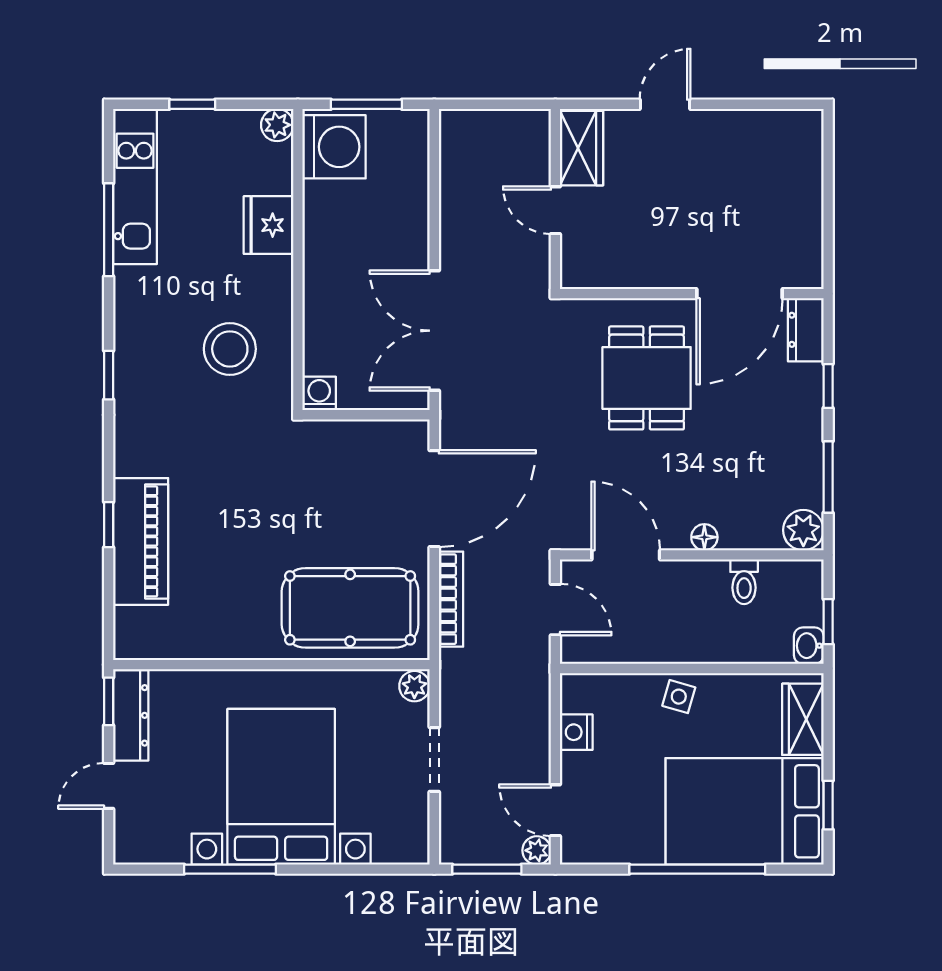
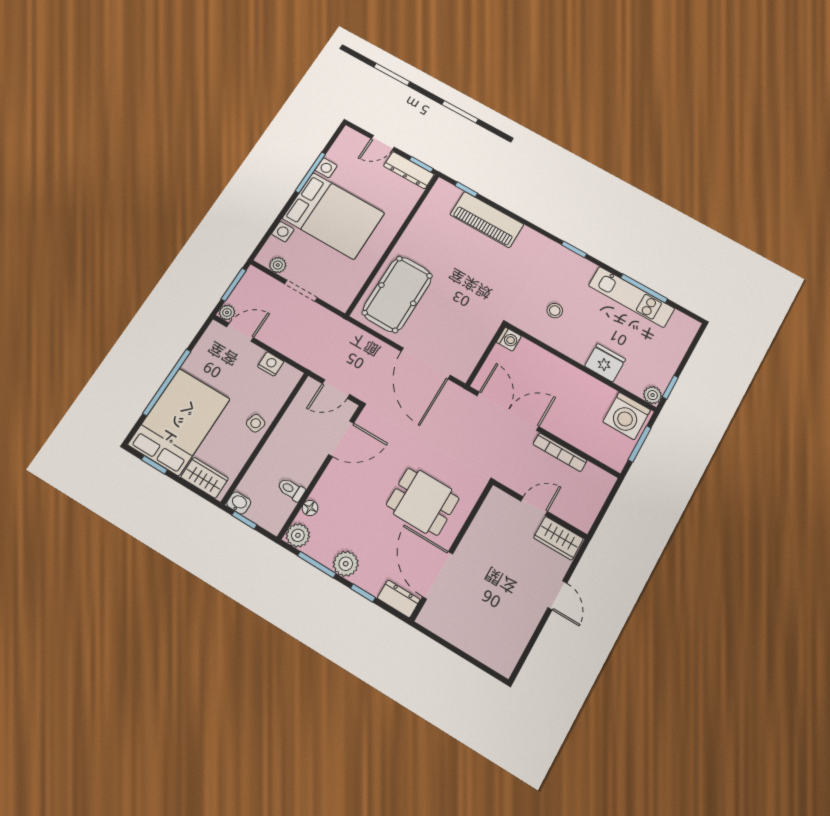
window: (192, 104) -> (670, 387), moved
kitchen unit: (135, 186) -> (631, 297), moved
stool: (230, 349) -> (555, 311), width x0.53, depth x0.53
plant: (802, 436) -> (346, 564), added
window: (109, 525) -> (466, 189), moved
floor lamp: (704, 537) -> (310, 508), moved
bookcase: (451, 599) -> (560, 452), moved
plant: (414, 686) -> (278, 265), moved
door: (109, 786) -> (383, 143), swing flipped

